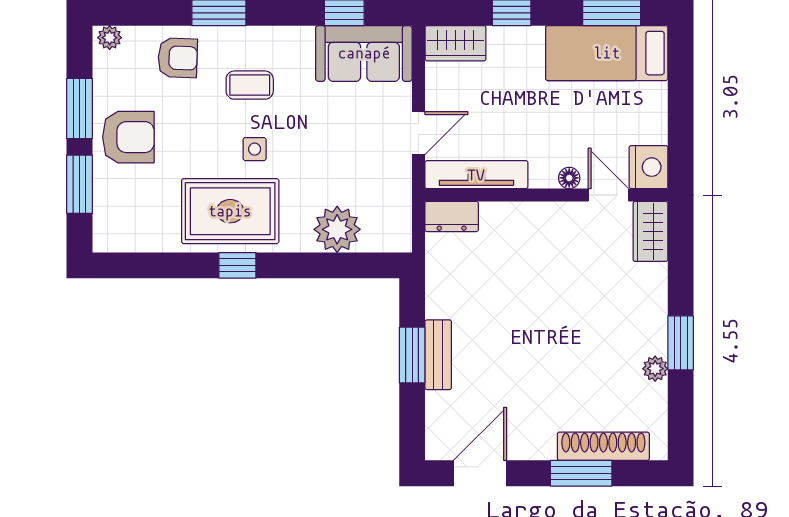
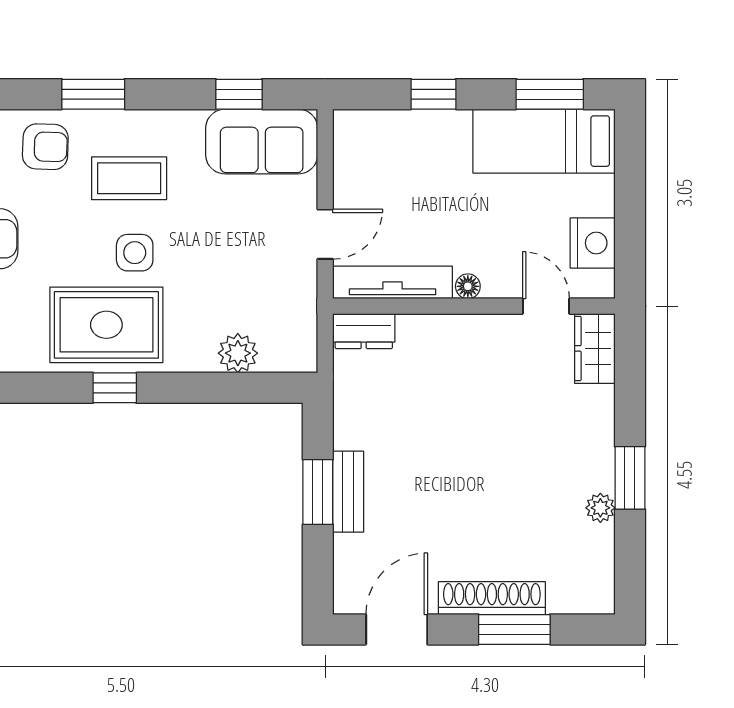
wardrobe: (455, 43) -> (368, 130), removed
coffee table: (250, 85) -> (129, 178), width x1.36, depth x1.30
side table: (255, 149) -> (135, 253), width x1.37, depth x1.37
nightstand: (649, 167) -> (593, 243), moved
floor lamp: (569, 178) -> (468, 286), moved
plant: (337, 229) -> (238, 353), width x0.73, depth x0.73
shoe rack: (603, 446) -> (492, 598), moved

